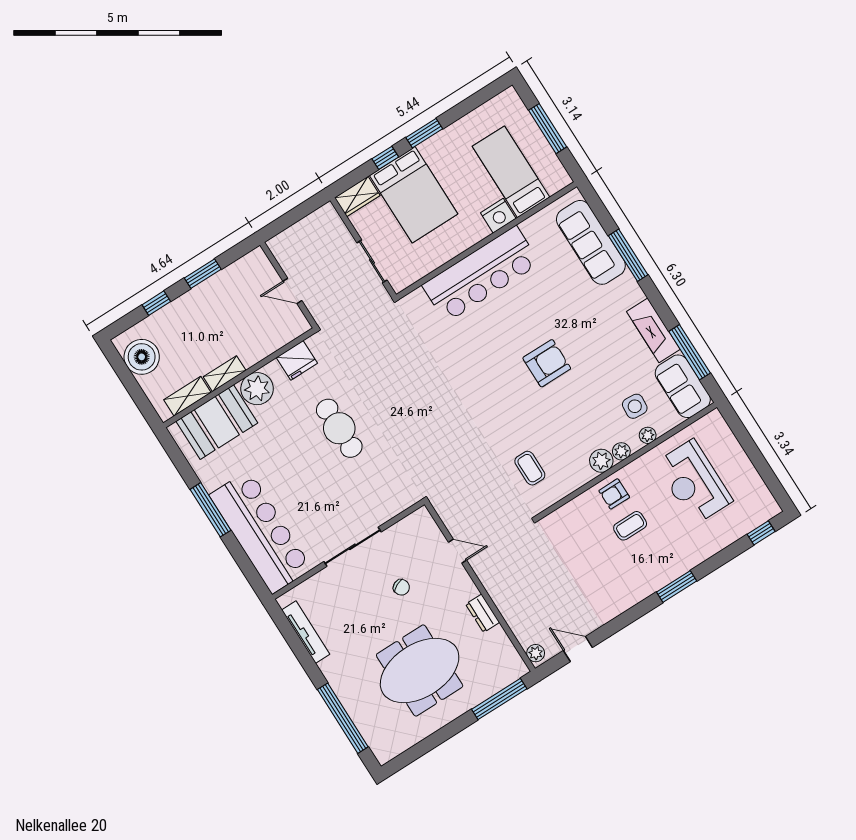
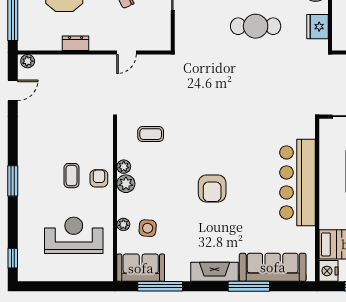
nightstand: (498, 216) -> (328, 271), moved
fireplace: (653, 330) -> (214, 272), moved
plant: (621, 451) -> (124, 167), moved

